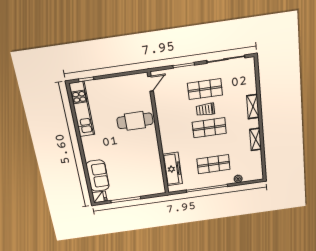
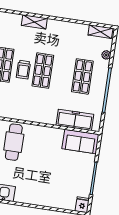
shelving: (256, 139) -> (100, 32), moved
sofa: (98, 176) -> (80, 142), moved, turned 180

